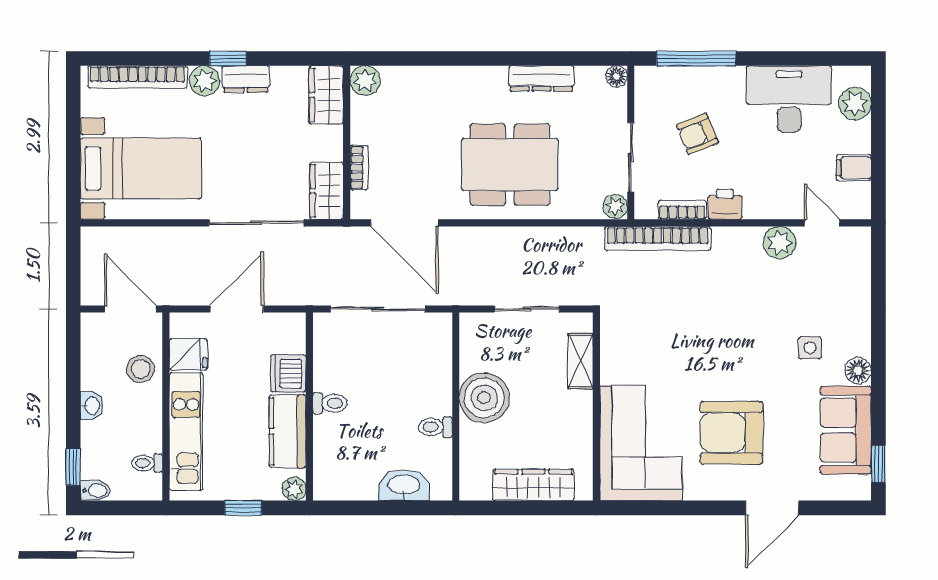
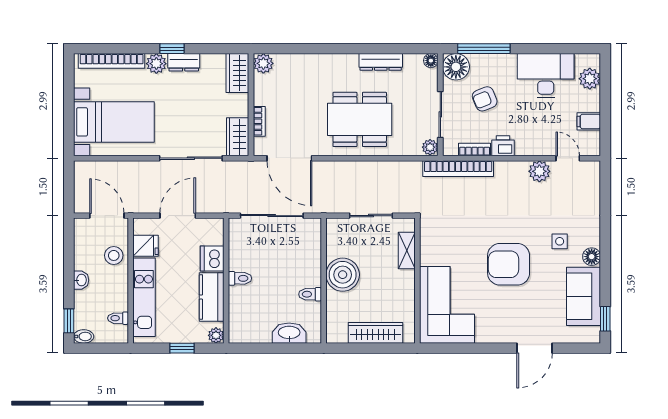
floor lamp: (654, 86) -> (456, 67), added
armchair: (731, 433) -> (509, 264), moved

